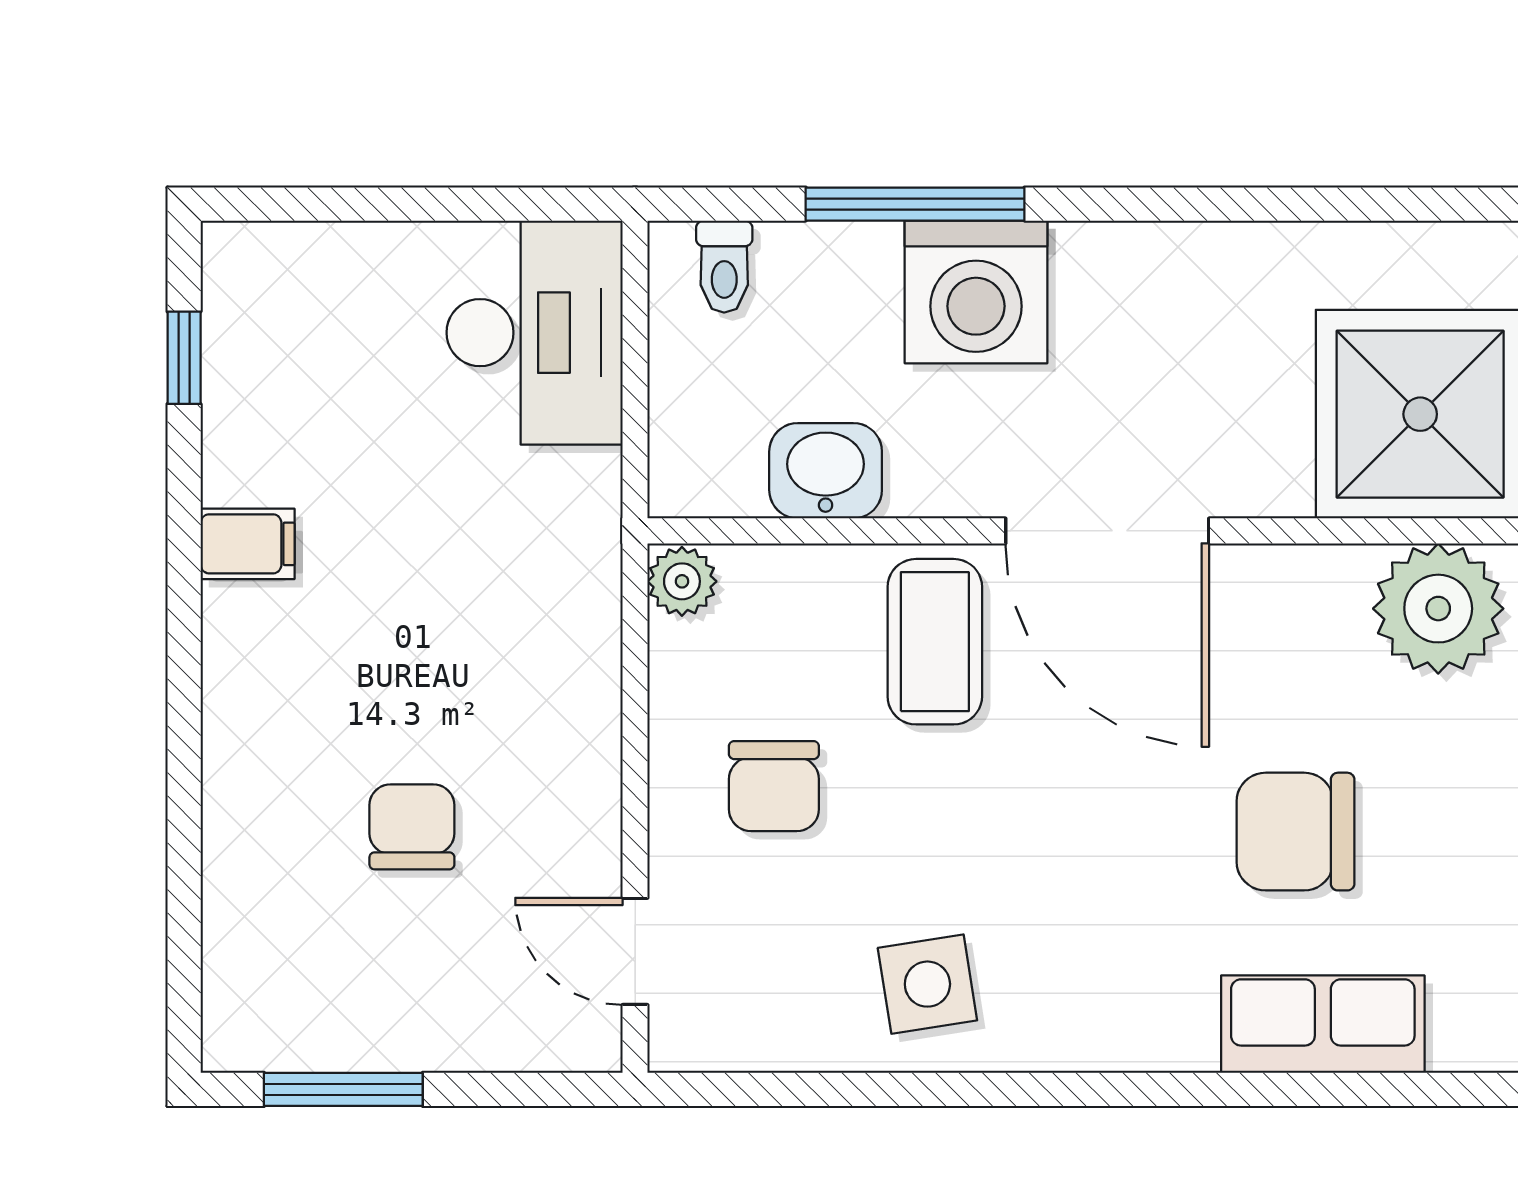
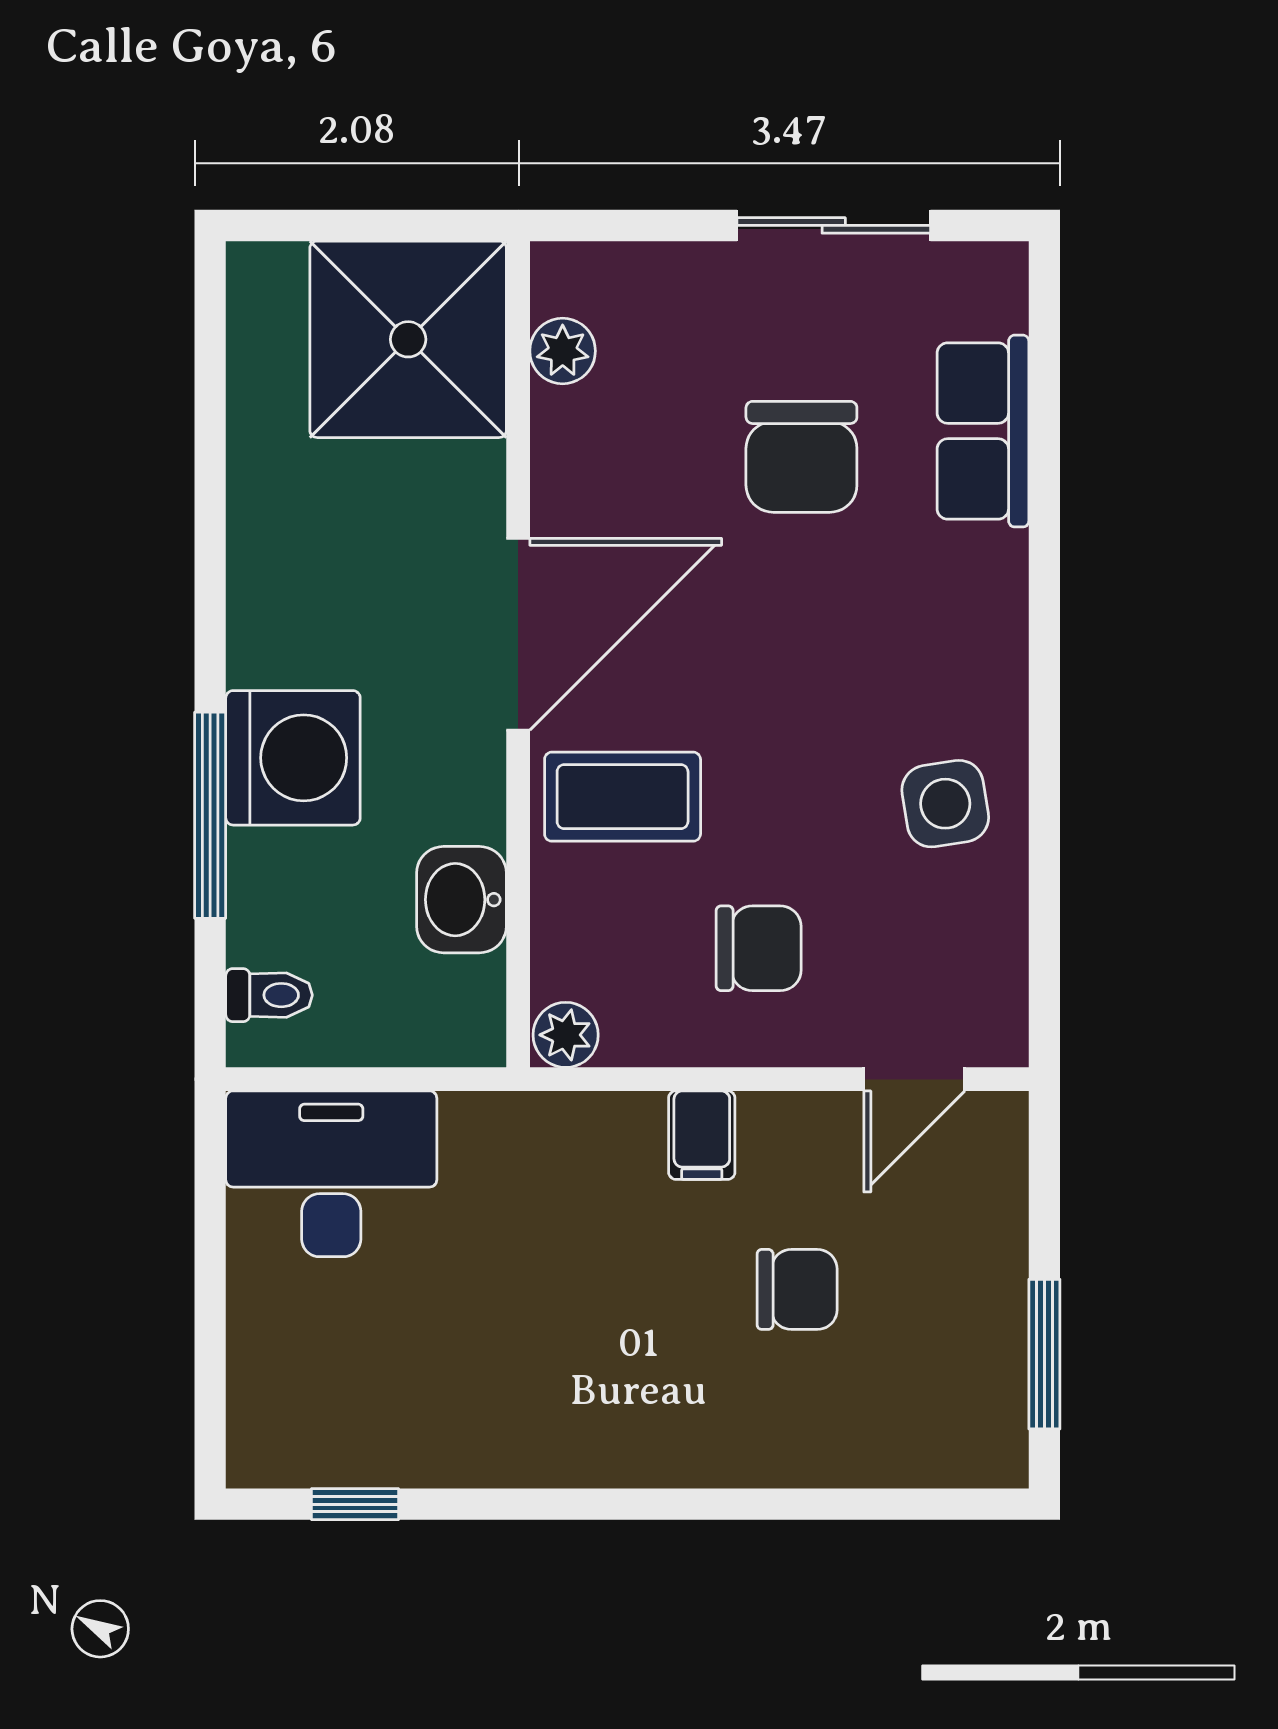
filing cabinet: (248, 544) -> (702, 1135), moved, turned 180
plant: (1438, 609) -> (563, 351), width x0.53, depth x0.53
chair: (412, 827) -> (797, 1289), turned 180

